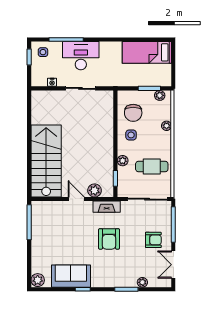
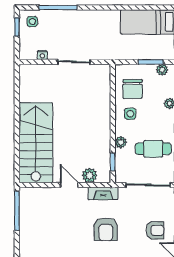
desk: (81, 56) -> (74, 25), removed

